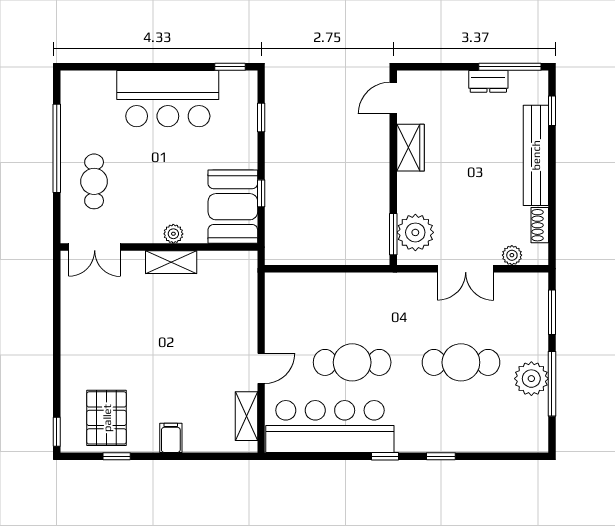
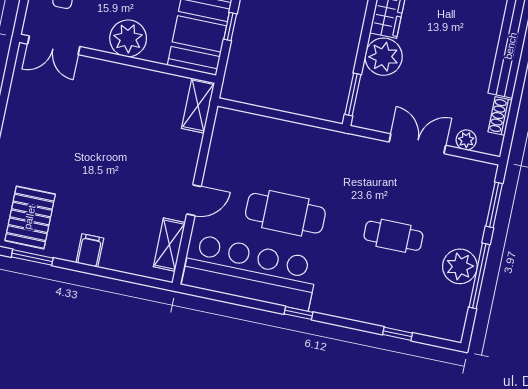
plant: (415, 232) -> (384, 57), moved
plant: (173, 234) -> (128, 38), width x1.88, depth x1.88
shelving: (171, 262) -> (198, 106), moved, turned 90
double door: (466, 269) -> (417, 144), swing flipped
cafe table: (461, 362) -> (393, 236), width x0.73, depth x0.74
window: (117, 456) -> (32, 257), width x1.50
window: (441, 456) -> (398, 334), moved

